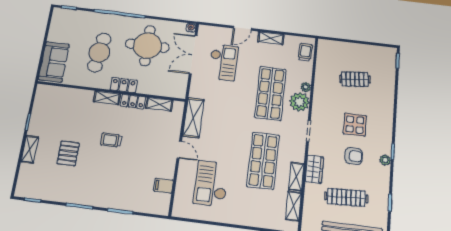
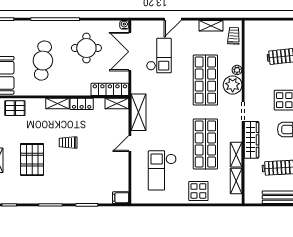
shelving: (271, 38) -> (211, 26), moved
round table: (147, 46) -> (86, 48), width x0.73, depth x0.73
locker: (124, 85) -> (110, 89), moved, width x1.53
pallet: (60, 97) -> (15, 108), added
shelving: (159, 104) -> (117, 104), moved
door: (179, 150) -> (130, 143), swing flipped
pallet: (68, 153) -> (32, 160), width x1.50, depth x1.42
wardrobe: (314, 169) -> (251, 140), width x1.50
filing cabinet: (163, 186) -> (121, 198), moved
display table: (249, 212) -> (198, 191), added

